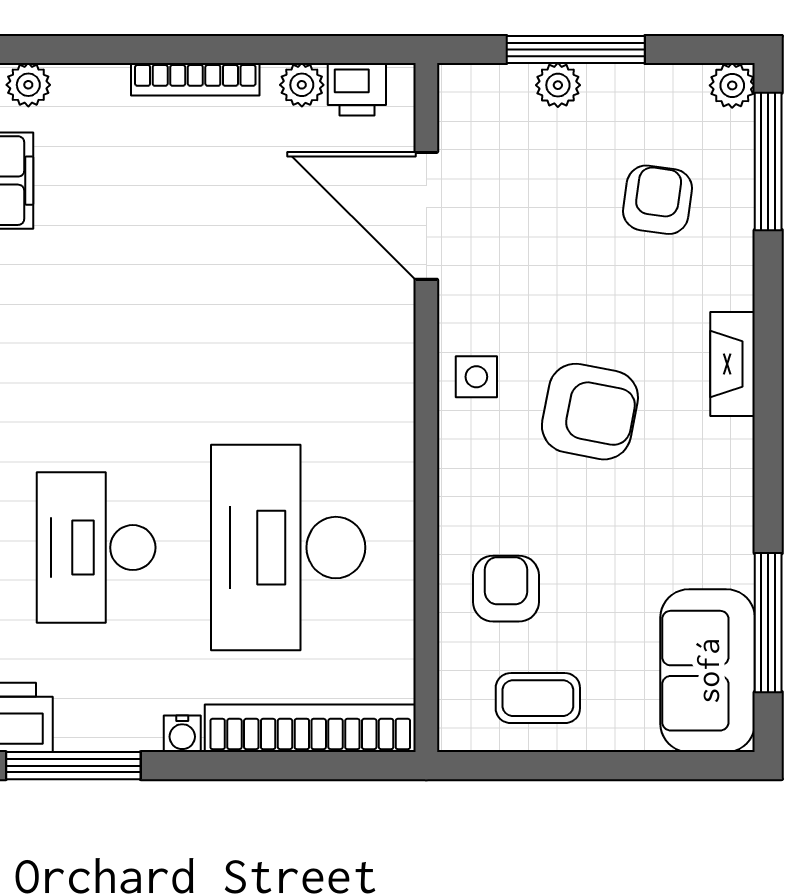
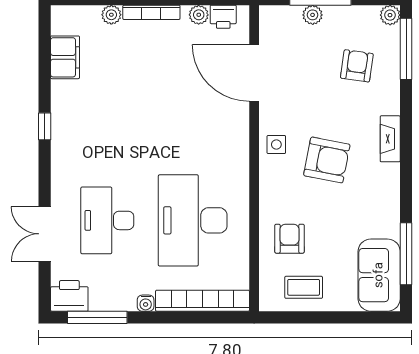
plant: (28, 85) -> (111, 15), moved

